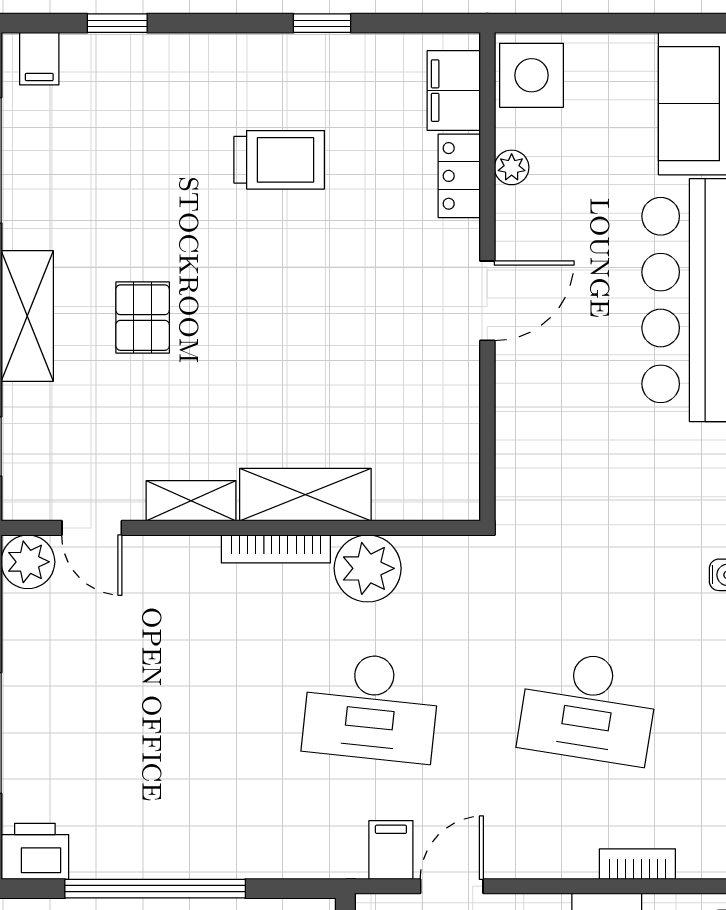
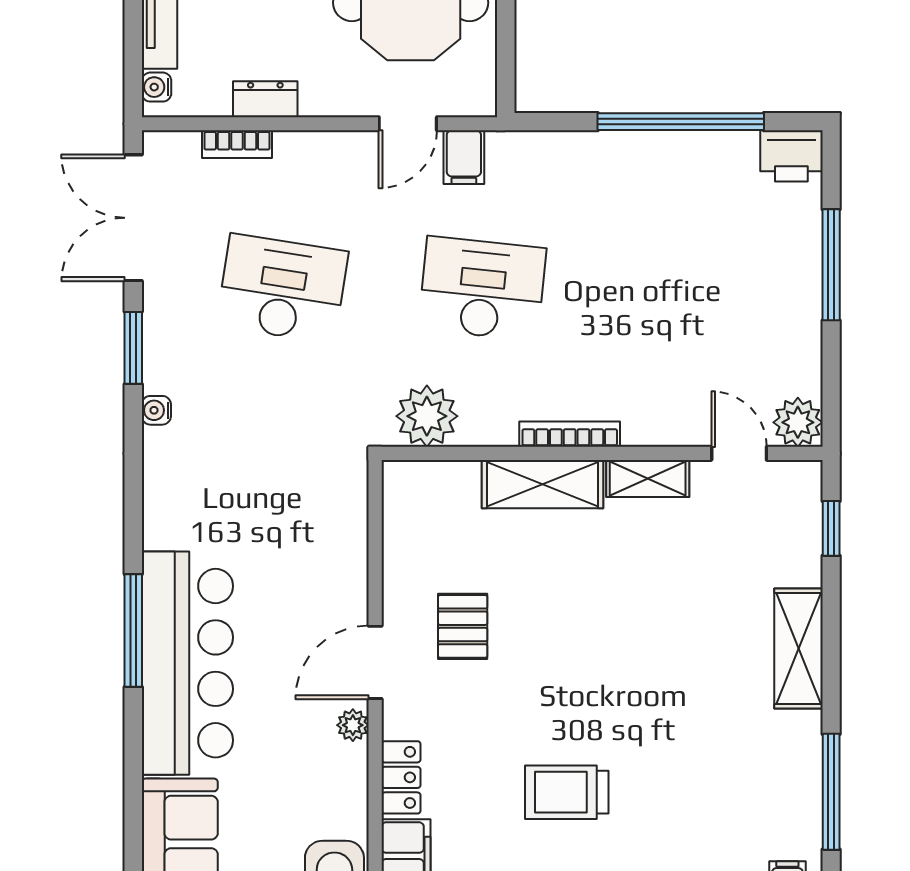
plant: (512, 167) -> (353, 725), moved
pallet: (143, 318) -> (463, 626), moved
plant: (368, 568) -> (427, 416), moved

